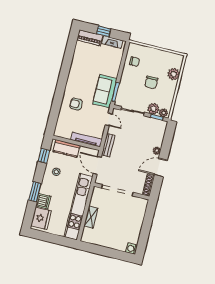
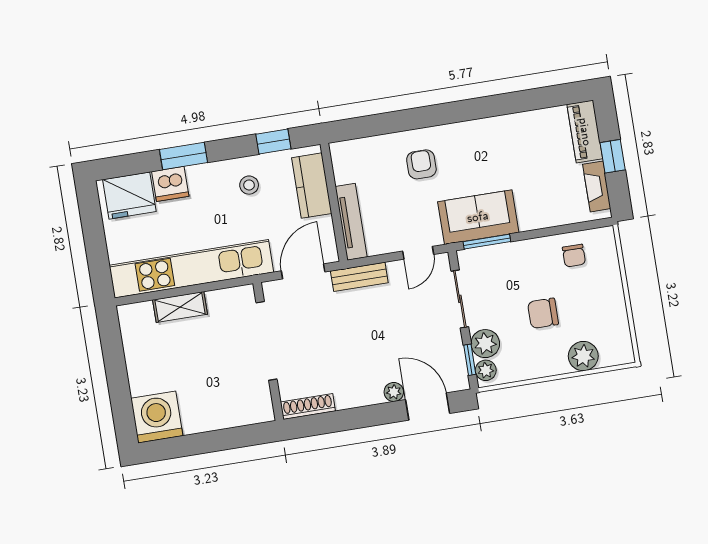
door: (161, 168) -> (428, 407), moved
washing machine: (132, 249) -> (157, 417), width x1.89, depth x1.89

